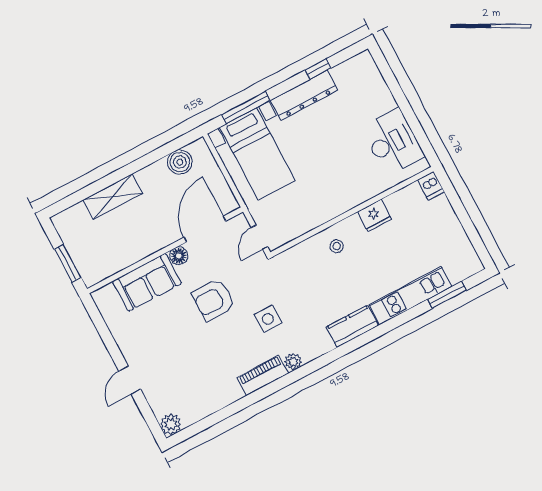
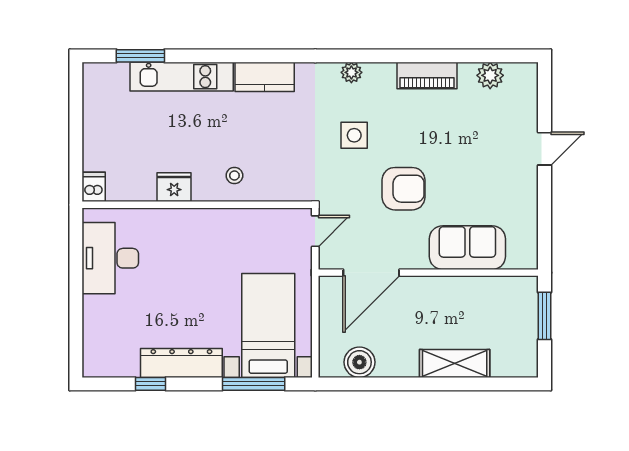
floor lamp: (179, 256) -> (416, 258), removed
piano: (263, 375) -> (427, 75), moved
plant: (171, 424) -> (490, 75), moved

